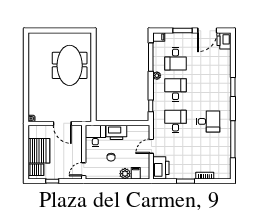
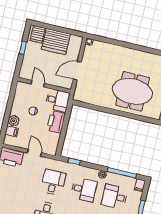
desk: (175, 121) -> (53, 182), turned -90
door: (84, 169) -> (38, 84), moved

